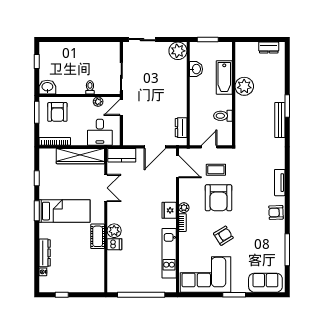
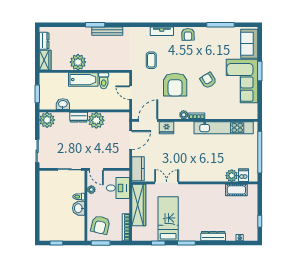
wardrobe: (246, 49) -> (45, 60), added
bathtub: (224, 77) -> (83, 80), moved
washbasin: (47, 87) -> (79, 208), moved
plant: (177, 107) -> (96, 120), added
armchair: (57, 112) -> (100, 225), turned 103
dresser: (181, 128) -> (79, 117), moved
door: (155, 147) -> (131, 140), hinge flipped
coffee table: (216, 170) -> (151, 60), moved
armchair: (218, 198) -> (175, 85), turned 90
fridge: (169, 210) -> (167, 128), moved
bed: (65, 211) -> (168, 219), moved
plant: (114, 231) -> (232, 176), moved
cot: (98, 236) -> (236, 190), moved
dishwasher: (114, 244) -> (243, 175), moved
dresser: (45, 253) -> (213, 236), moved
kitchen unit: (169, 253) -> (224, 128), width x1.36
corner sofa: (206, 274) -> (242, 81), moved

